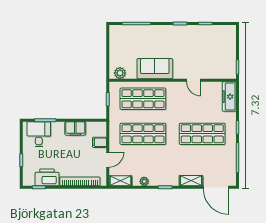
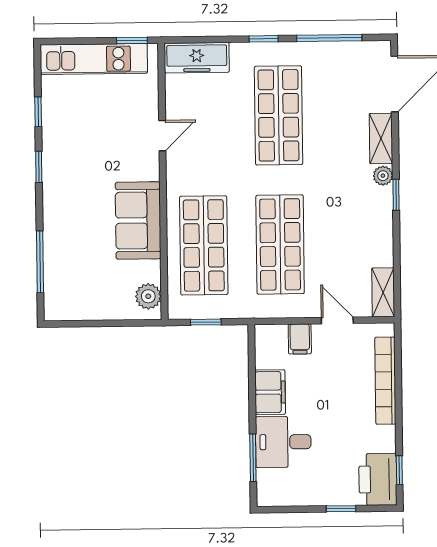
kitchen unit: (229, 49) -> (94, 59), added
desk: (39, 134) -> (283, 442), moved
printer: (47, 177) -> (378, 479), moved
plant: (144, 181) -> (383, 176), moved

